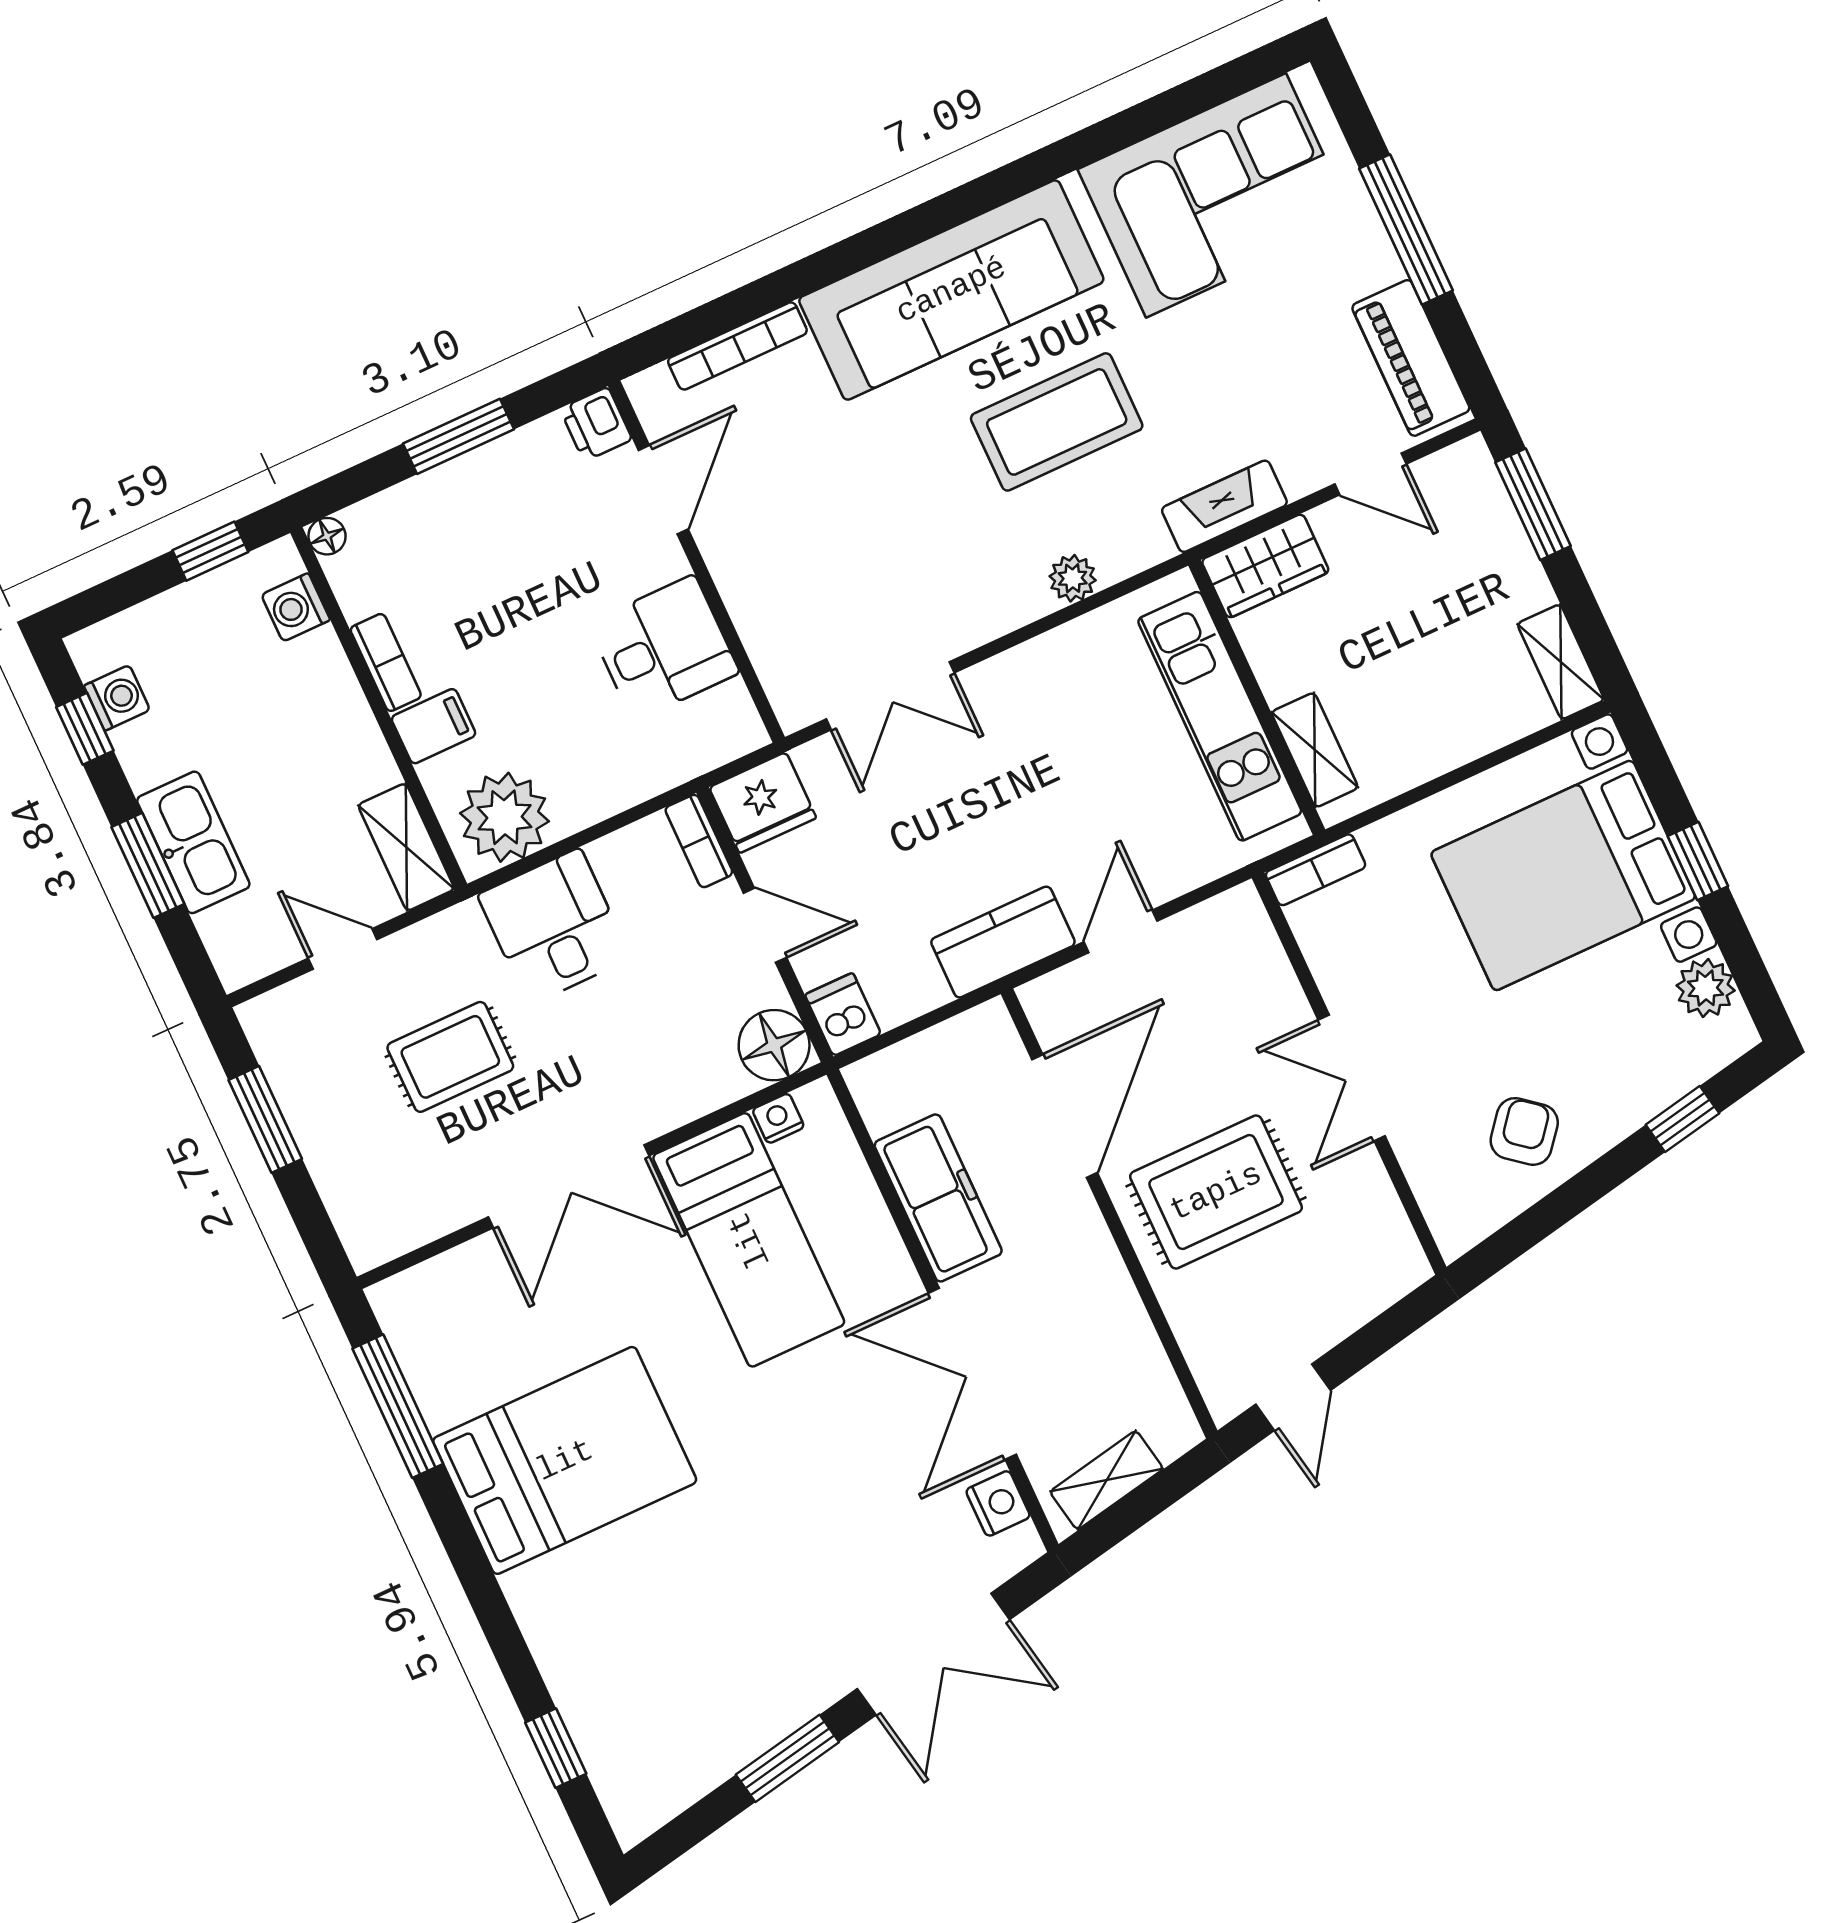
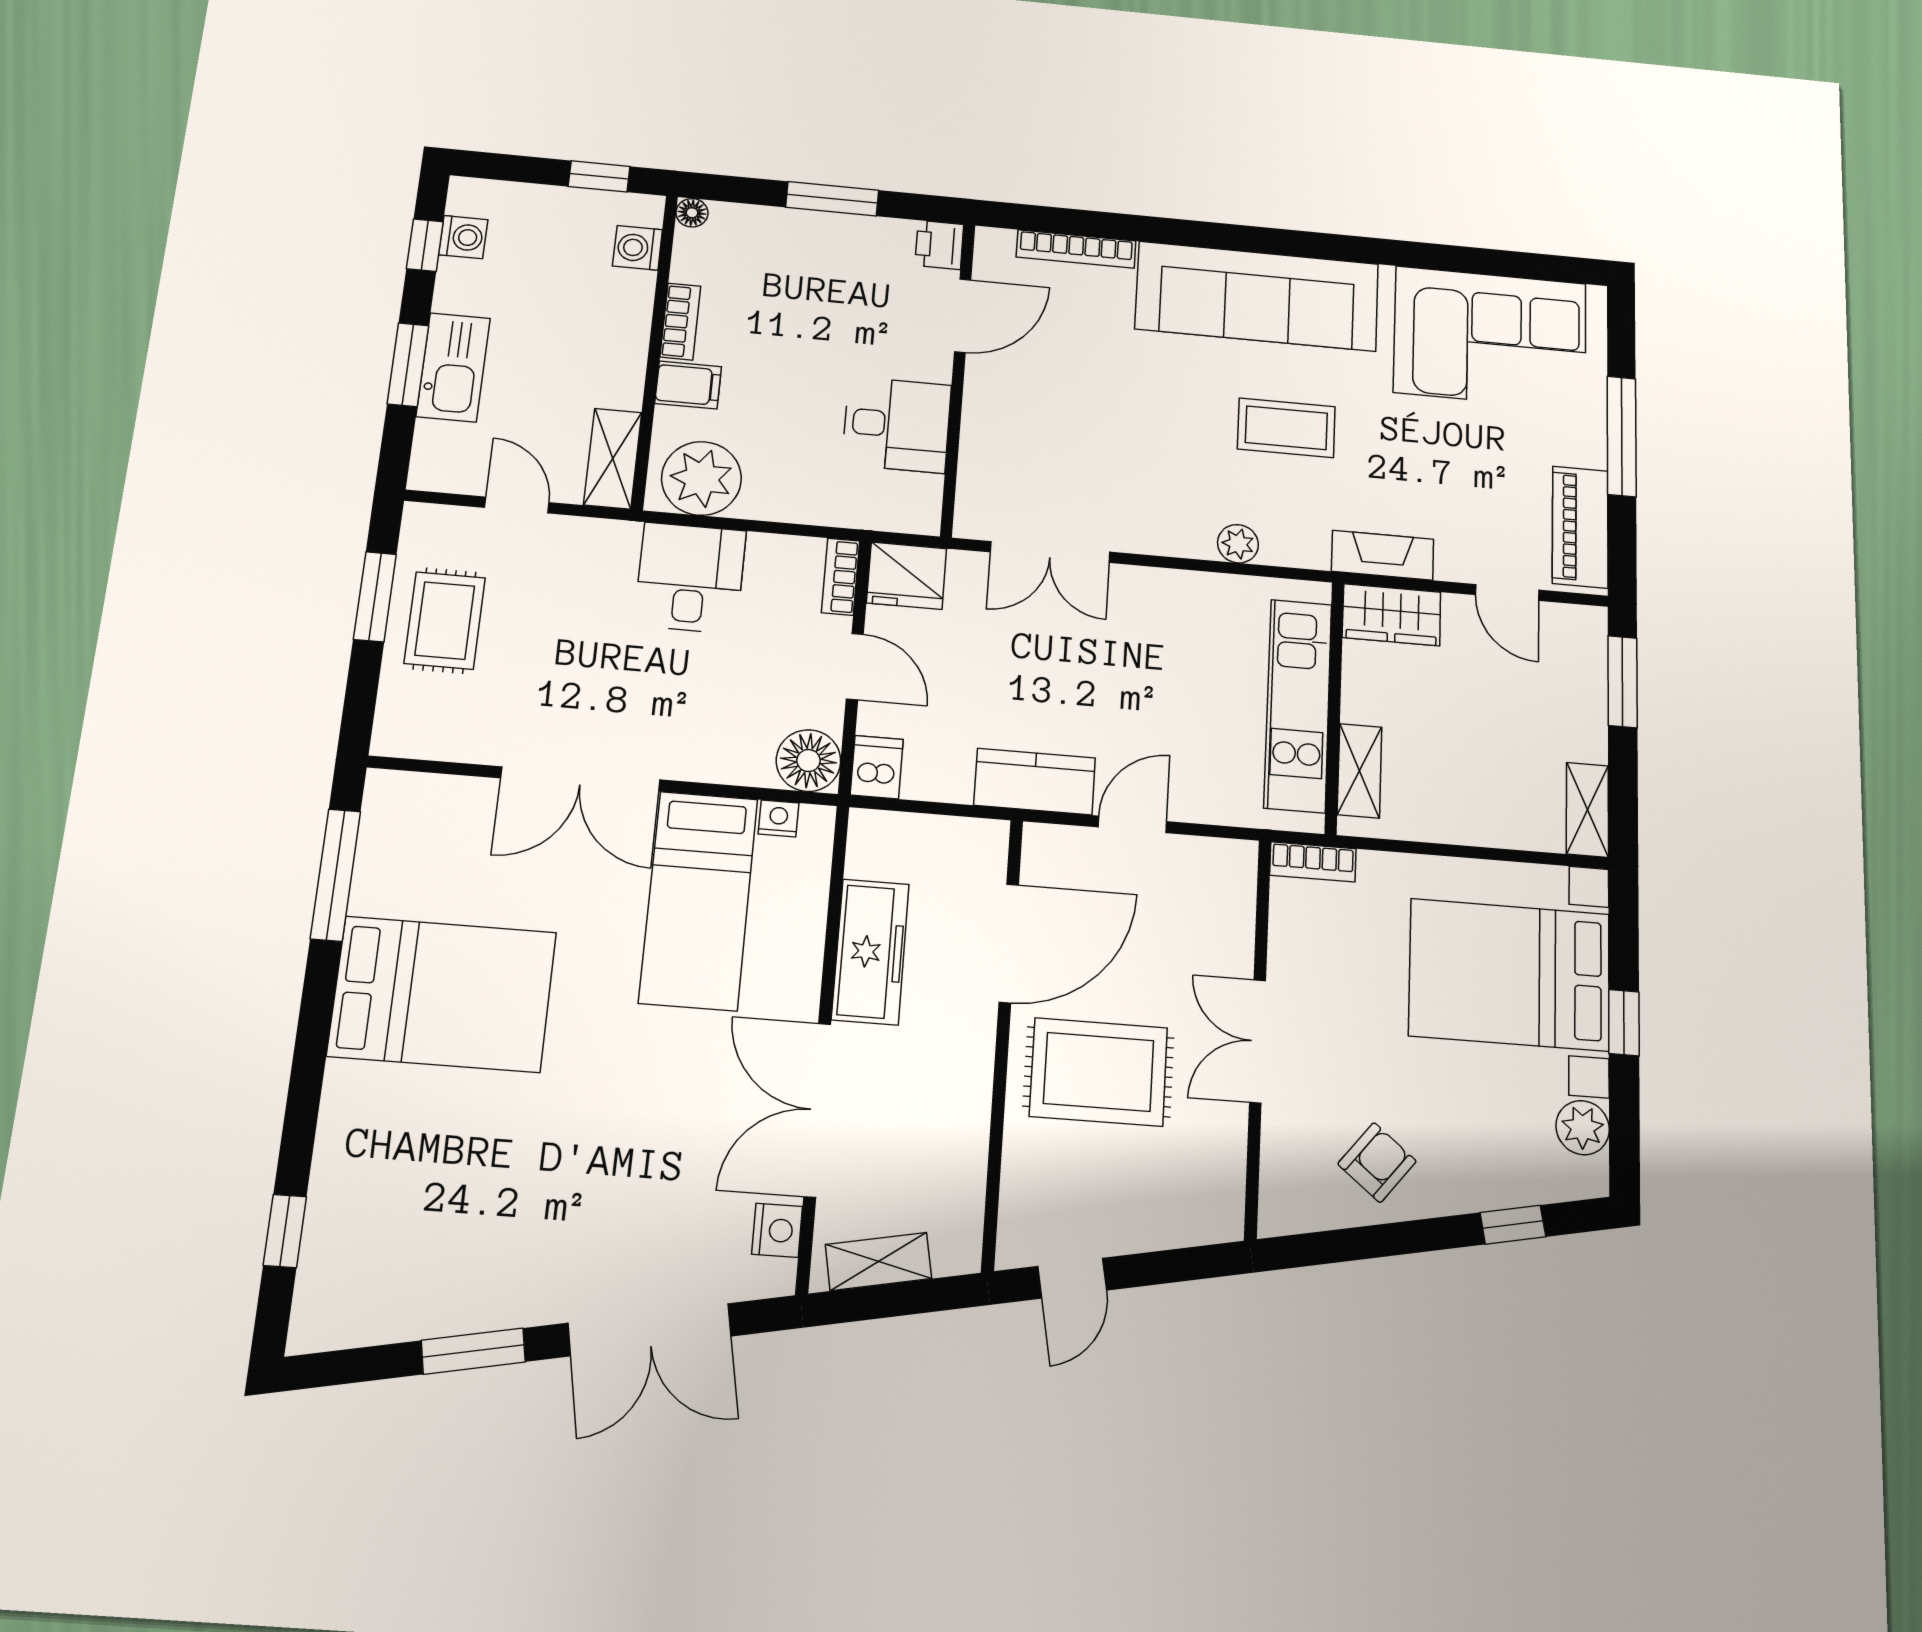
coffee table: (1057, 422) -> (1286, 428), width x0.73, depth x0.76
rug: (450, 1057) -> (445, 621), moved, turned 90

